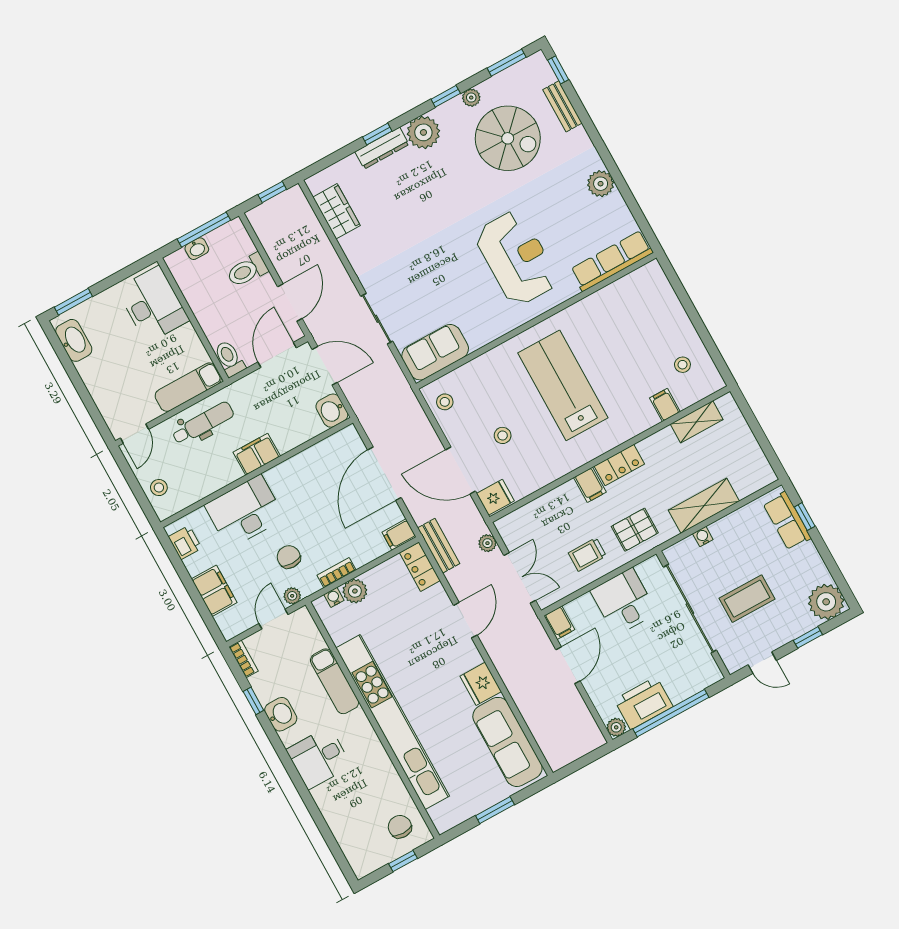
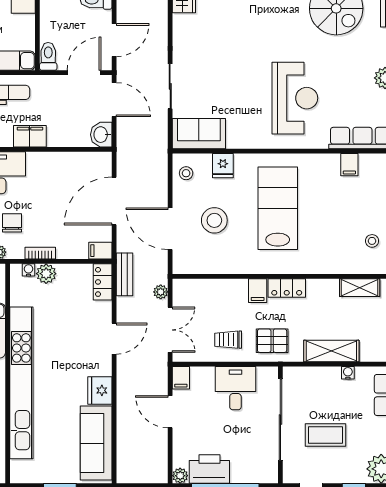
filing cabinet: (665, 405) -> (349, 165), moved, turned 180
stool: (503, 435) -> (214, 220), width x1.89, depth x1.89
fridge: (495, 497) -> (223, 166), moved, turned 90
water cooler: (703, 537) -> (348, 373), moved
door: (568, 665) -> (170, 412), swing flipped

